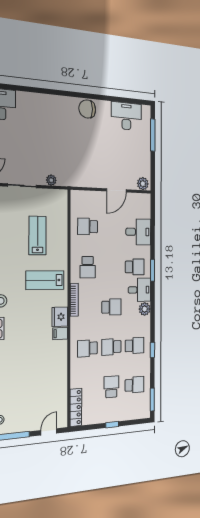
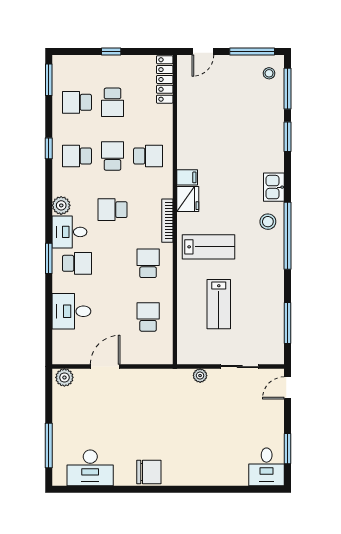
school desk: (88, 227) -> (148, 317), turned -90
school desk: (135, 267) -> (77, 263), turned 180
school desk: (111, 347) -> (113, 156), turned -90

